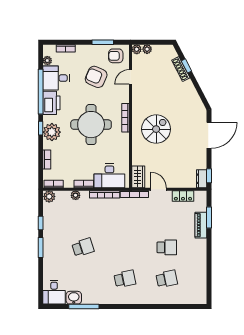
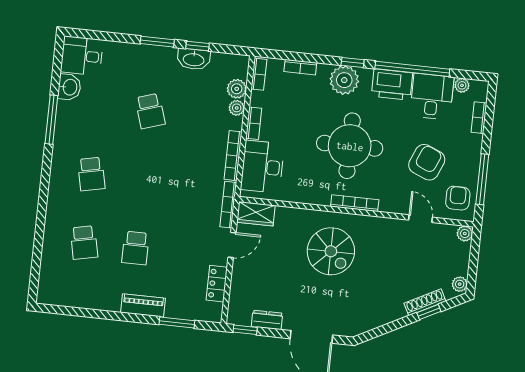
window: (103, 42) -> (482, 179), width x1.44
plant: (147, 49) -> (460, 284), moved
dresser: (202, 179) -> (267, 320), moved
plant: (49, 196) -> (237, 89), moved
washbasin: (49, 224) -> (194, 59), added
piano: (201, 225) -> (143, 305), moved
window: (84, 306) -> (51, 120), moved

